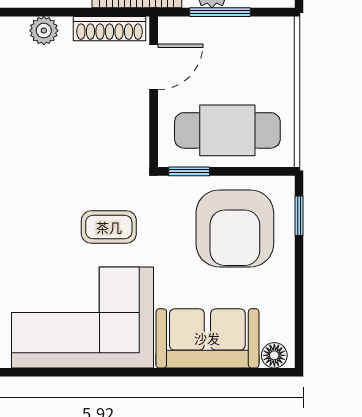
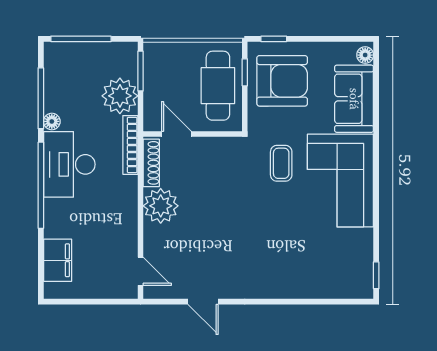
window: (220, 12) -> (141, 71), moved
plant: (44, 31) -> (161, 206), width x1.87, depth x1.87
window: (189, 171) -> (245, 72), moved

